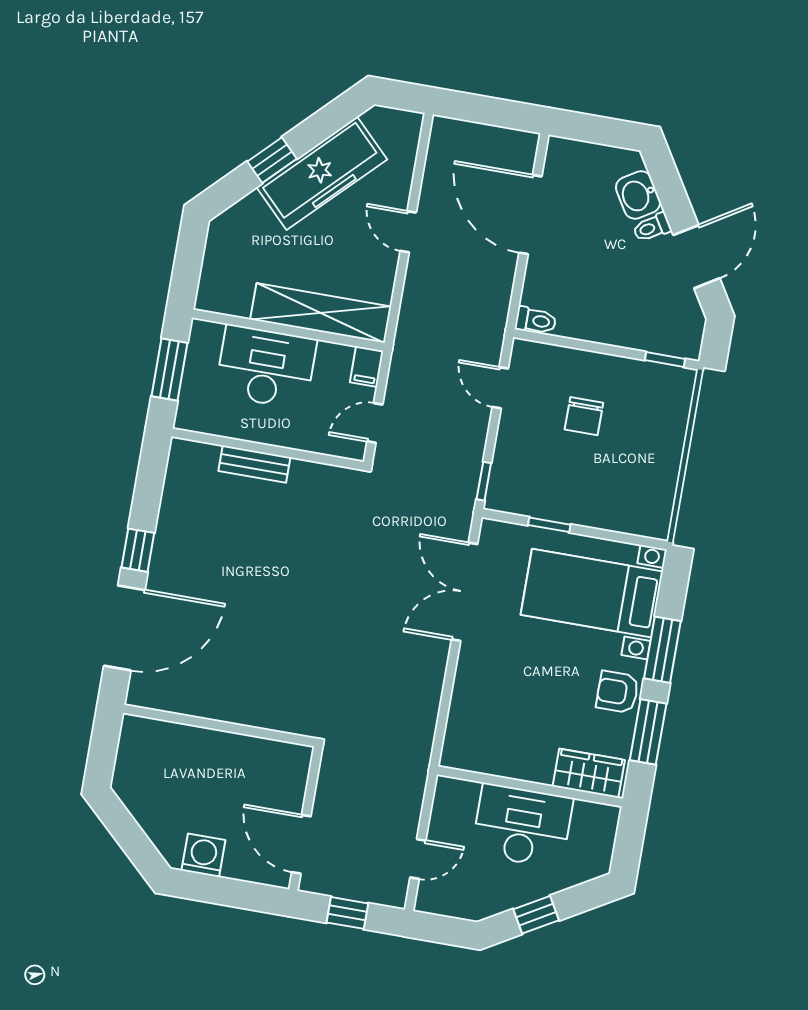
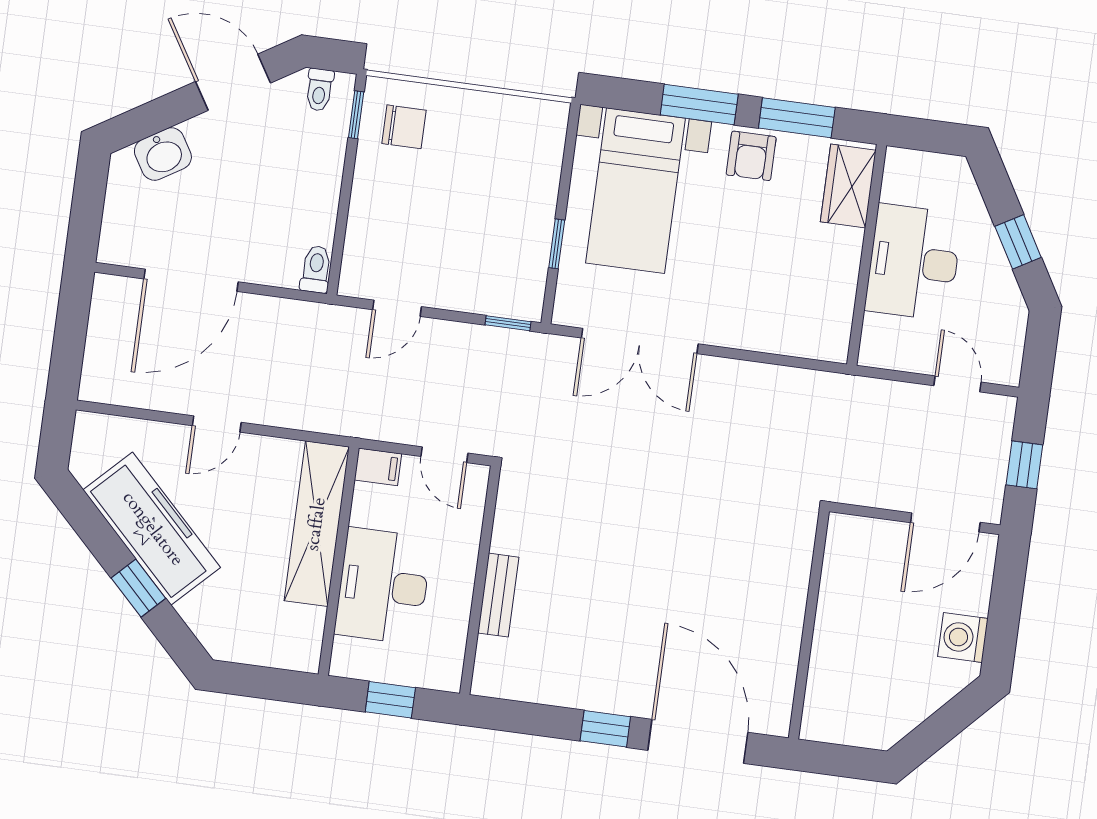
toilet: (652, 227) -> (319, 90), moved, turned 31
window: (169, 369) -> (390, 700), width x0.67
chair: (584, 416) -> (404, 127), moved

